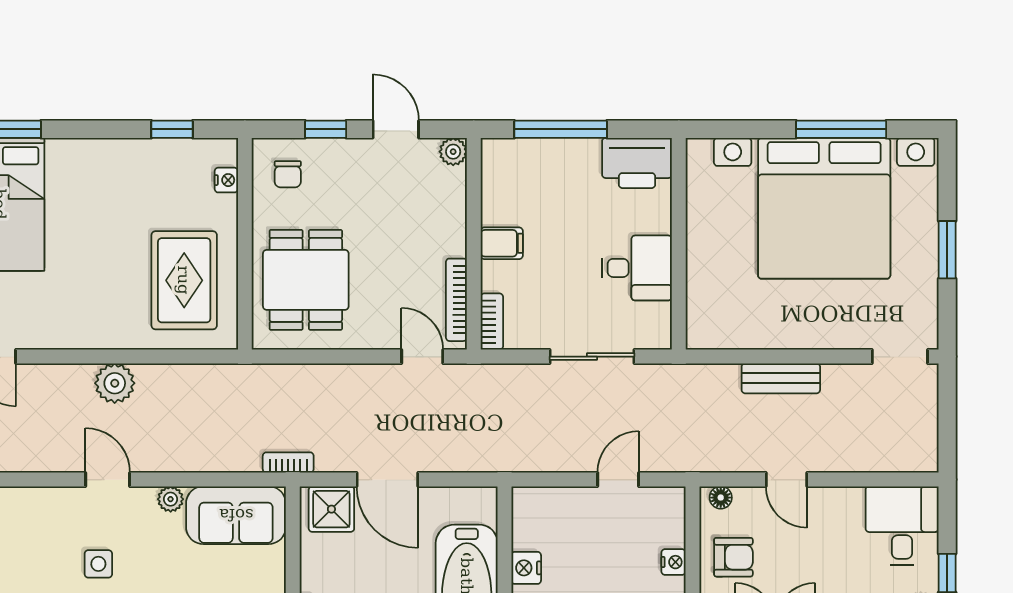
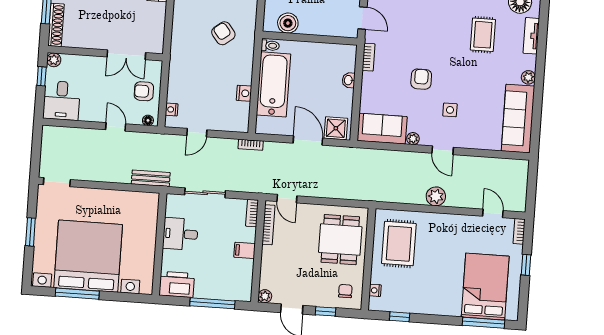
bench: (781, 378) -> (151, 178), moved
bookcase: (288, 462) -> (251, 145), moved
nightstand: (674, 562) -> (172, 109), moved

